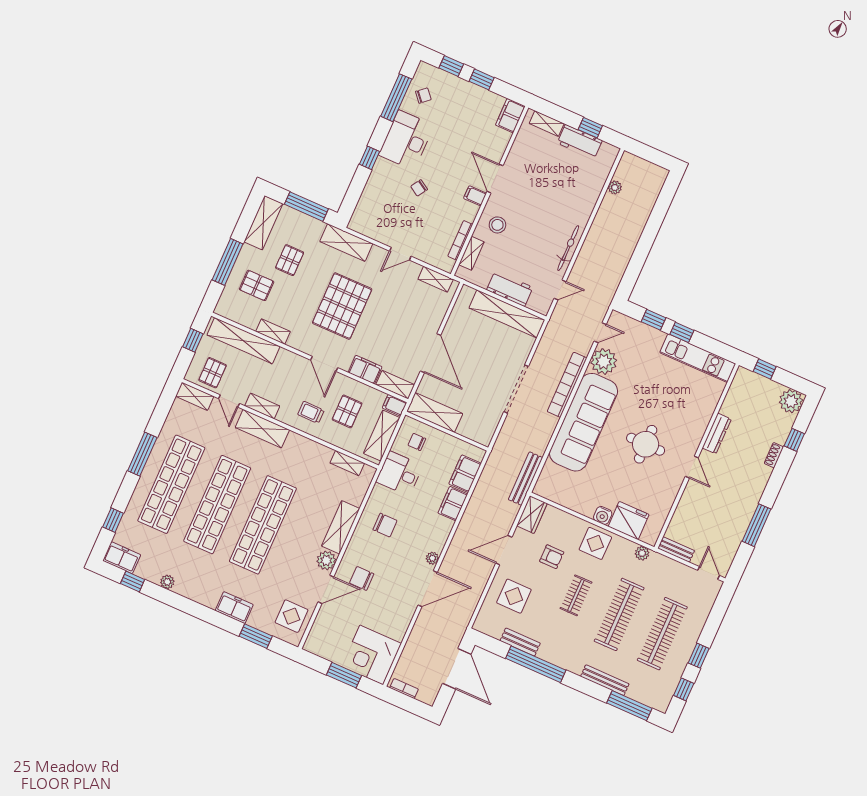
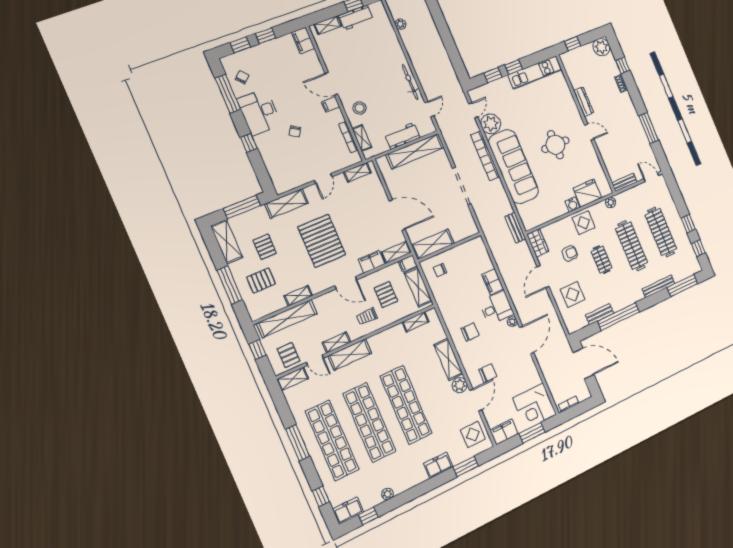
desk: (399, 474) -> (497, 308), moved, turned 180
filing cabinet: (465, 474) -> (504, 432), moved, turned 90
bench: (526, 479) -> (515, 228), width x0.73
chair: (362, 578) -> (488, 373), turned 180

